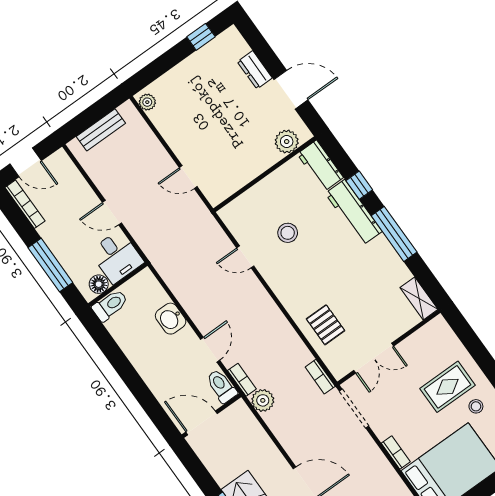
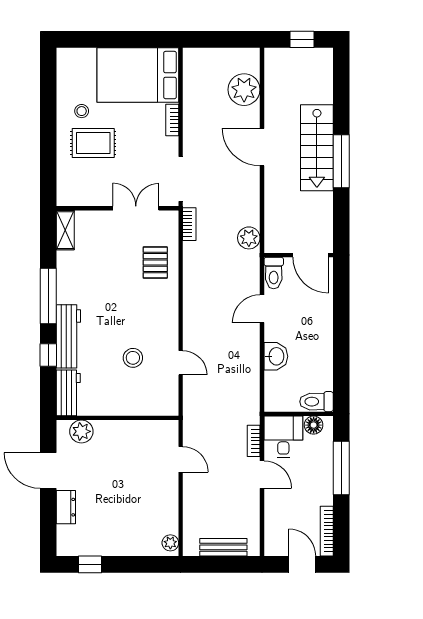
bookcase: (242, 380) -> (254, 441), moved

